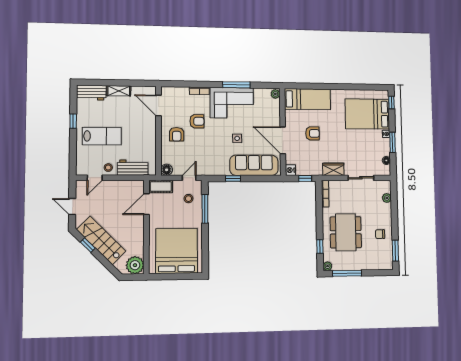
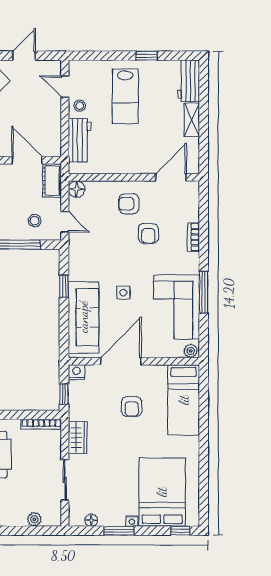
corner sofa: (232, 103) -> (176, 307), moved

